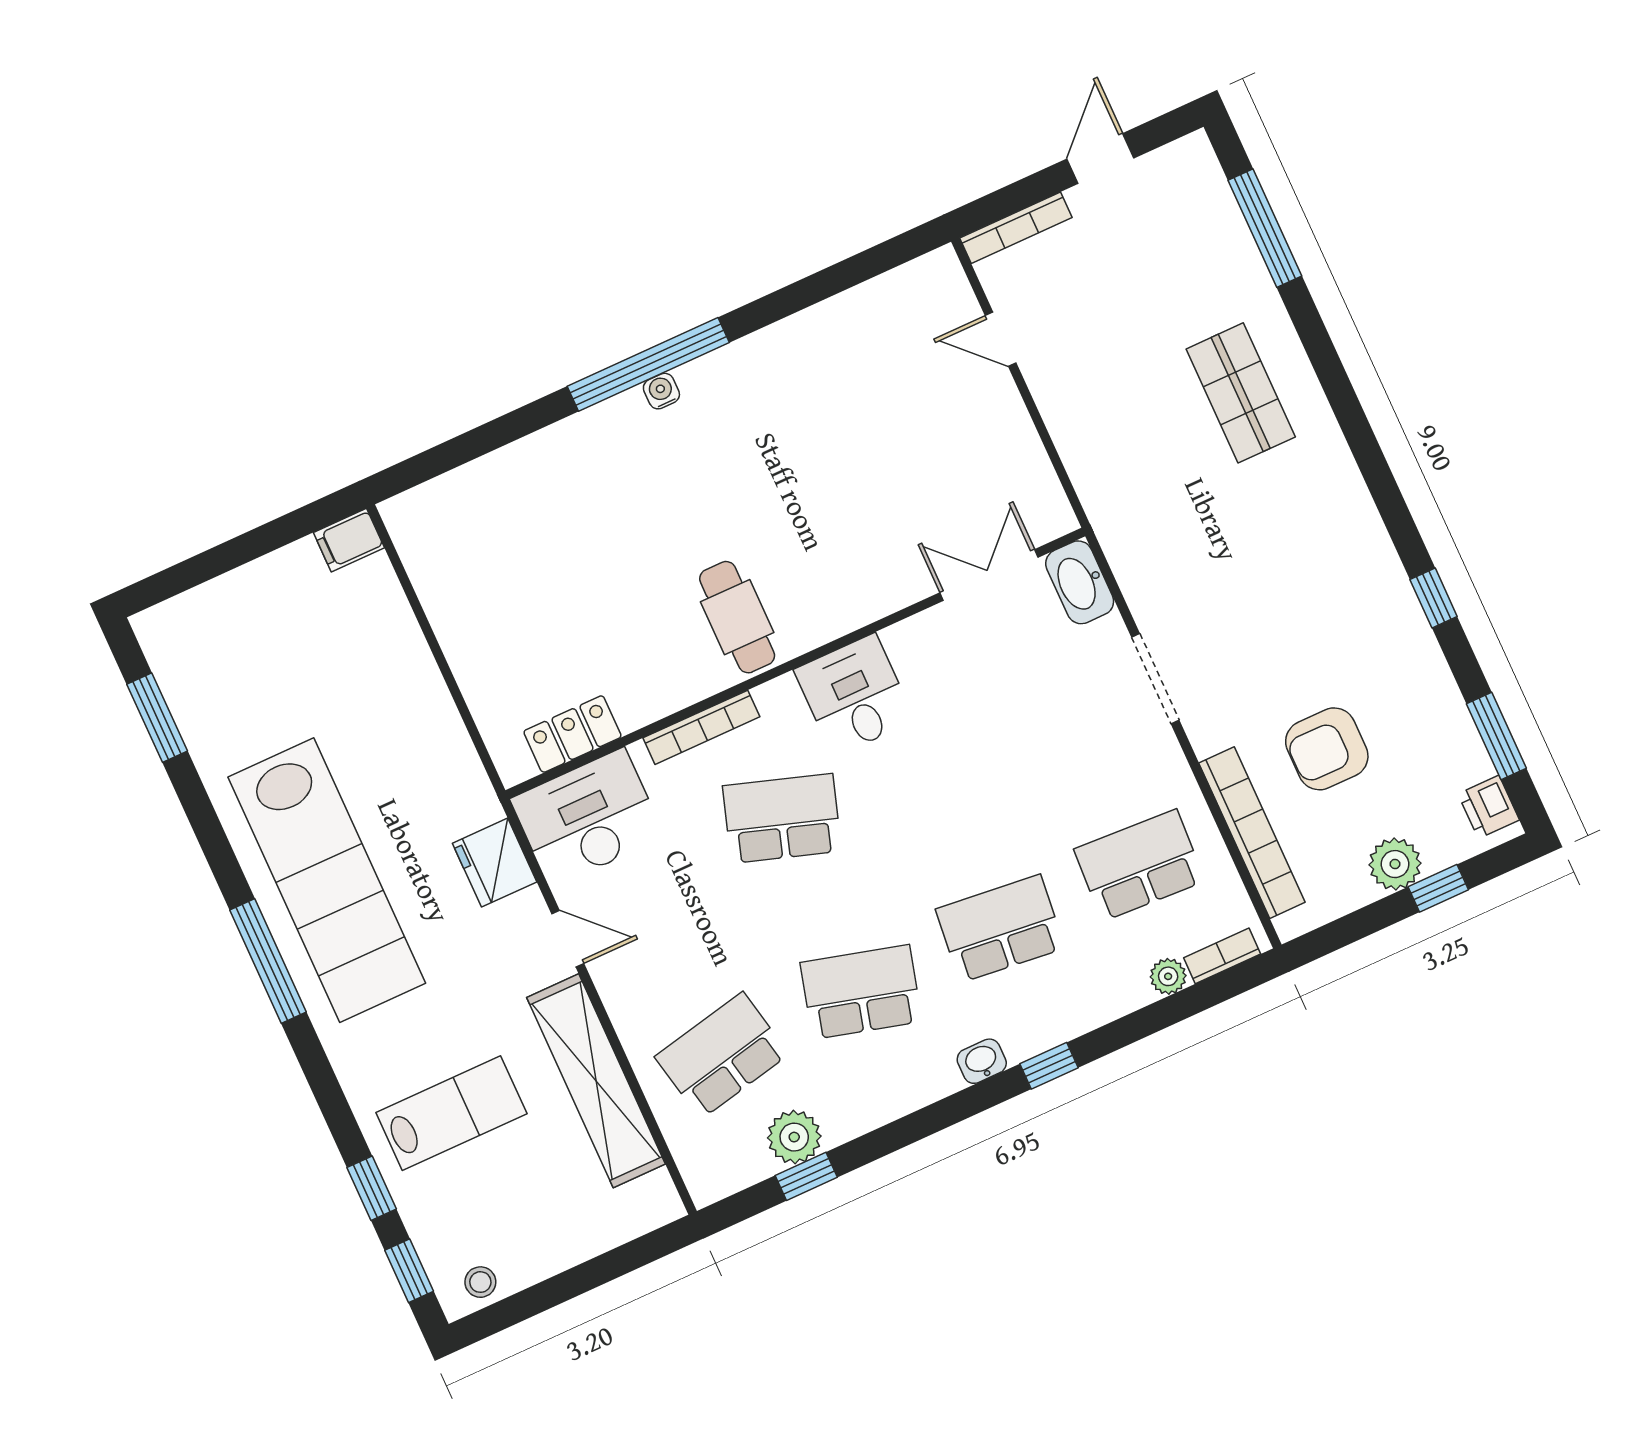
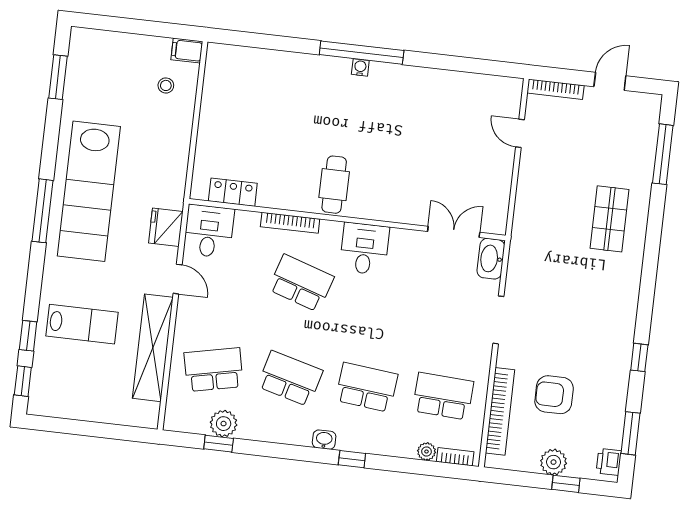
desk: (587, 818) -> (209, 231), width x0.73
stool: (480, 1282) -> (166, 85), moved

